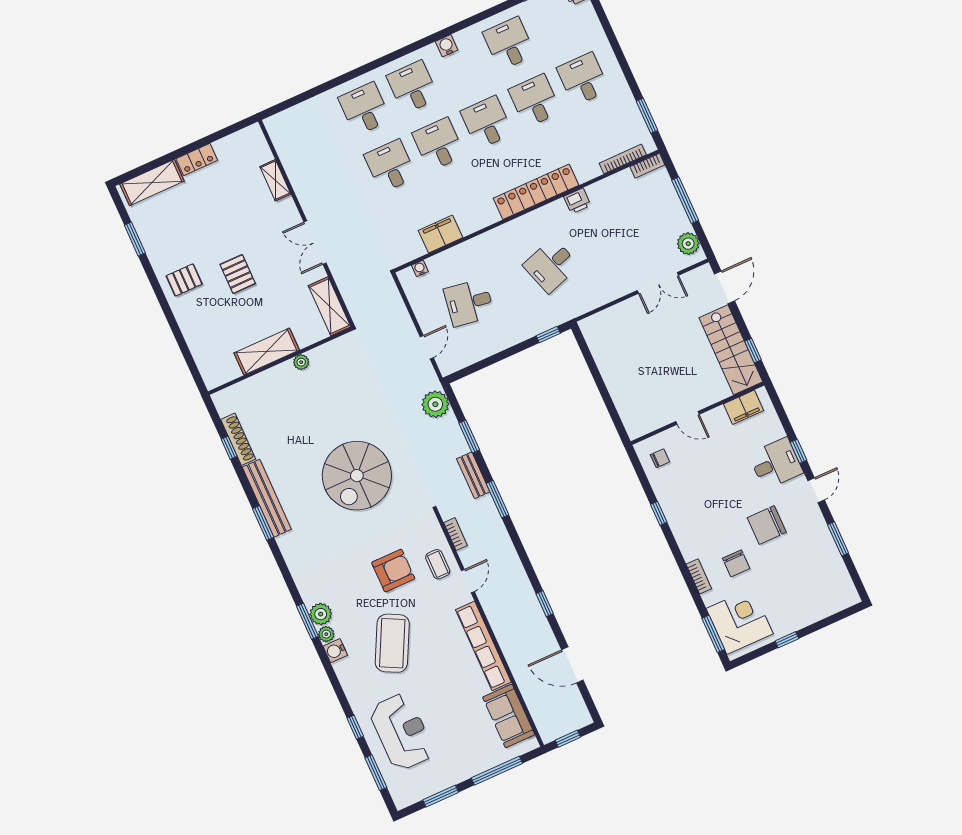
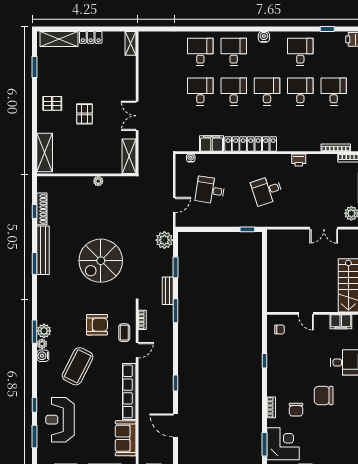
shelving: (275, 180) -> (131, 43), moved
locker: (536, 192) -> (251, 144), moved
shelving: (267, 352) -> (45, 152), moved, turned 90
reception desk: (402, 732) -> (60, 420), turned 180

